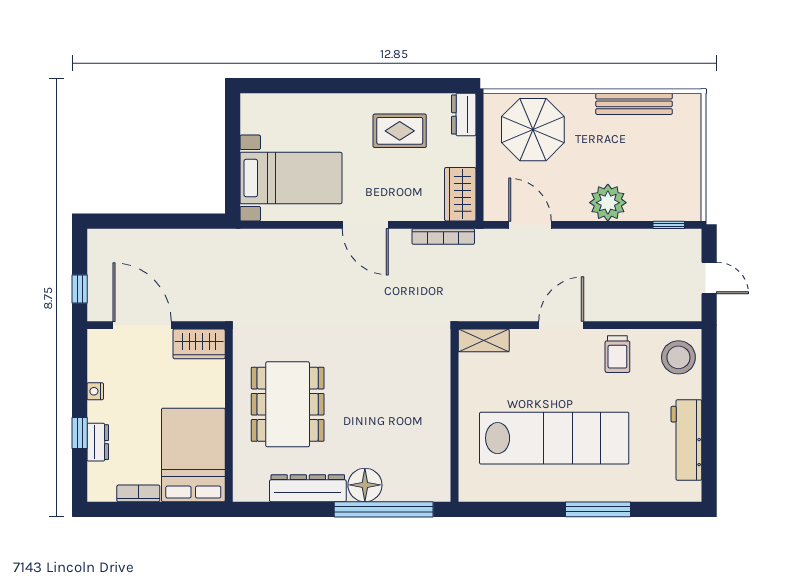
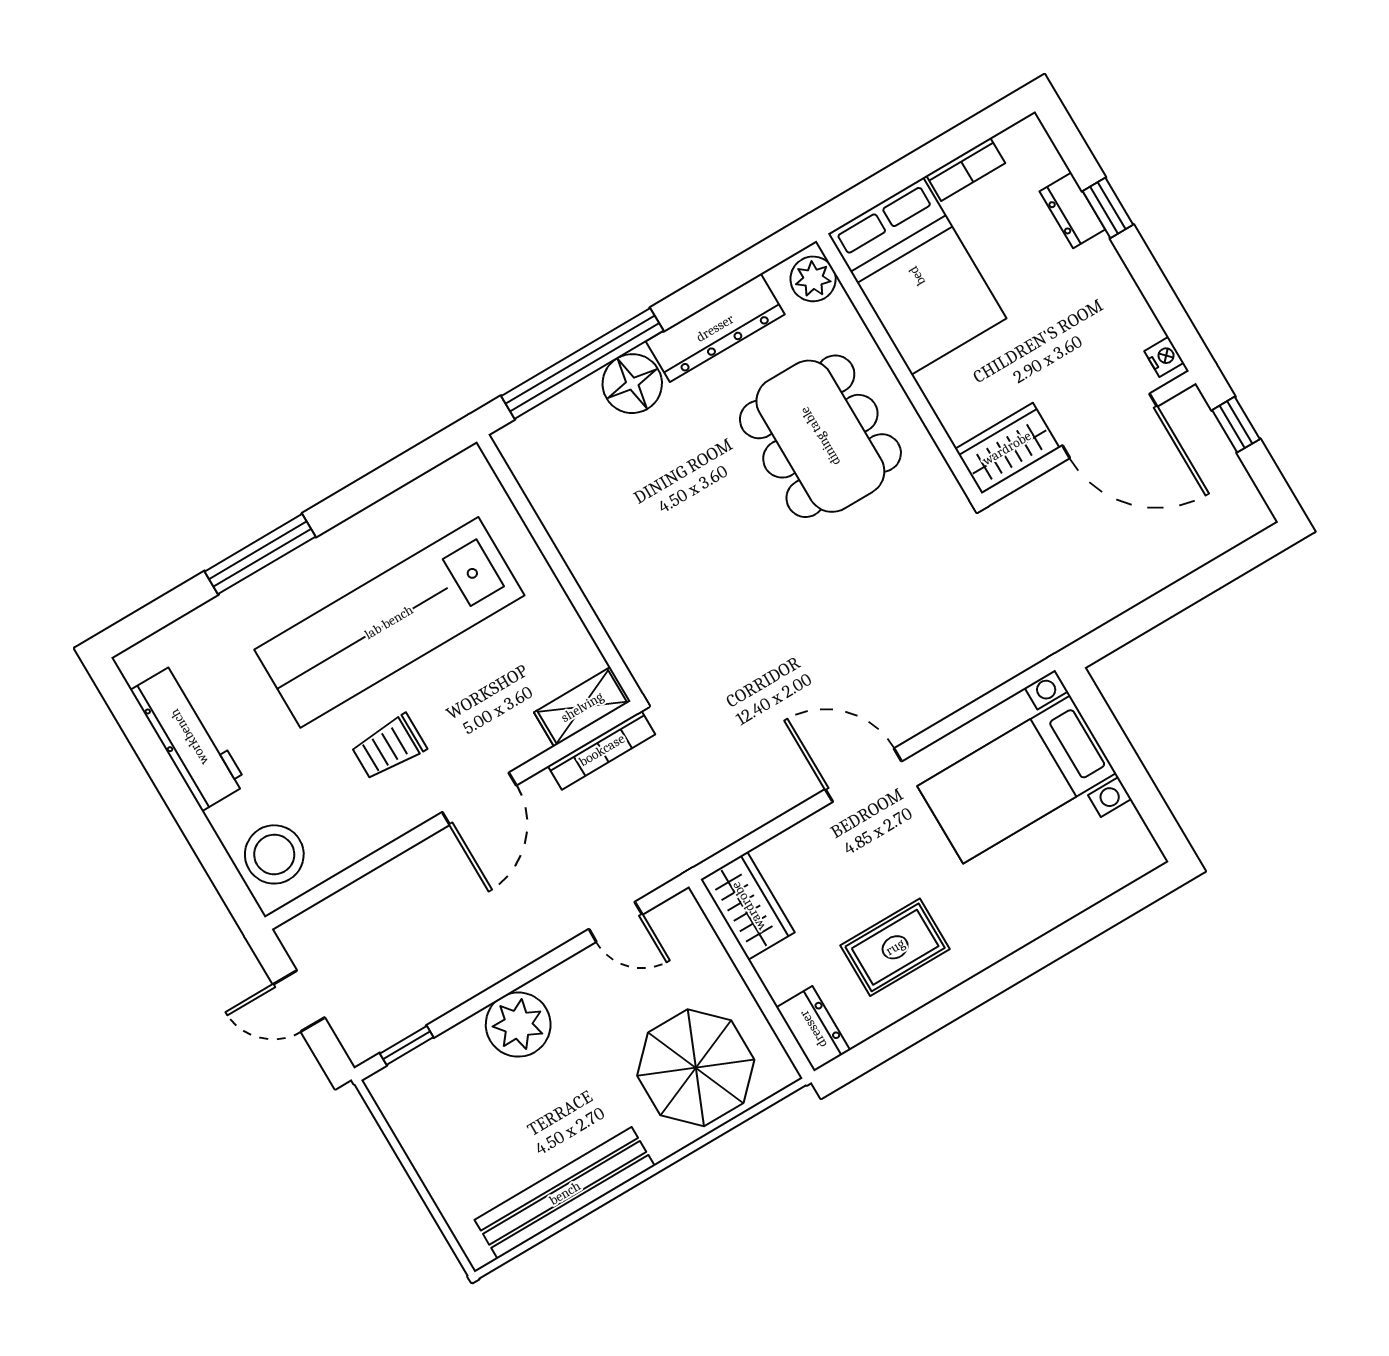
bench: (634, 104) -> (565, 1193), width x1.37, depth x1.21
door: (530, 225) -> (616, 922), width x0.73
bookcase: (443, 237) -> (602, 750), moved, turned 180
trolley: (617, 354) -> (389, 747), moved, turned -90
nightstand: (95, 391) -> (1164, 357), moved
plant: (245, 484) -> (813, 279), added

